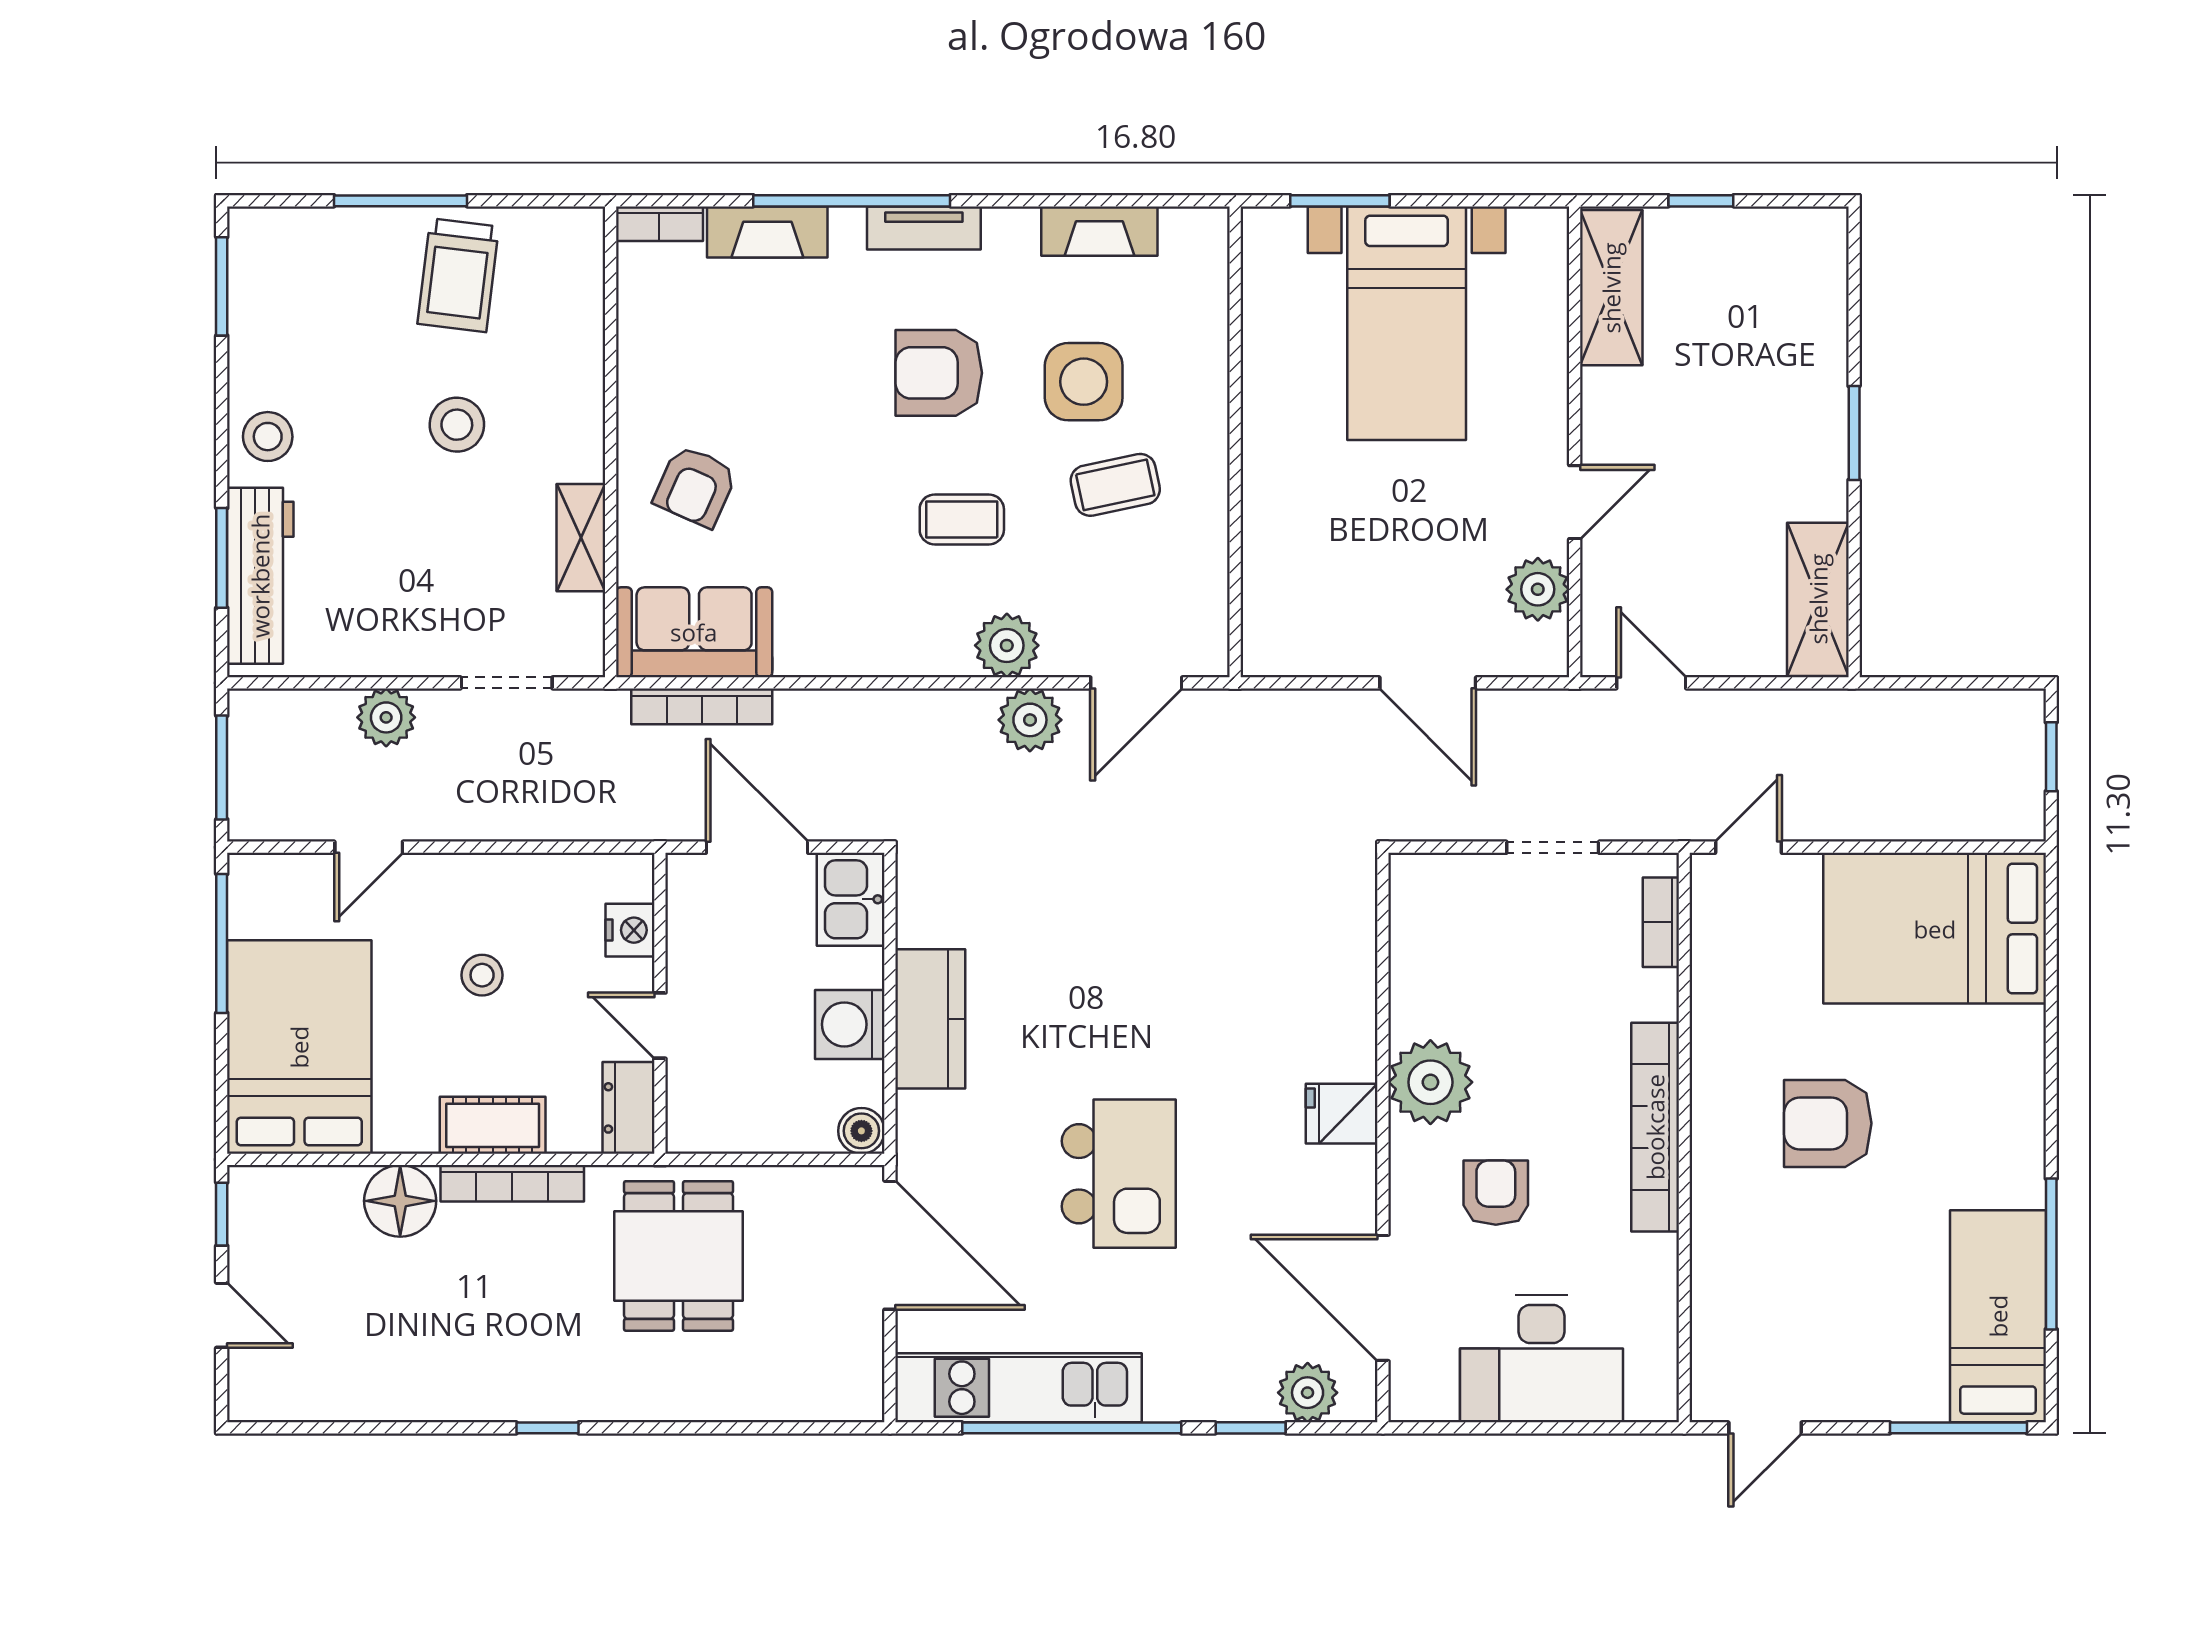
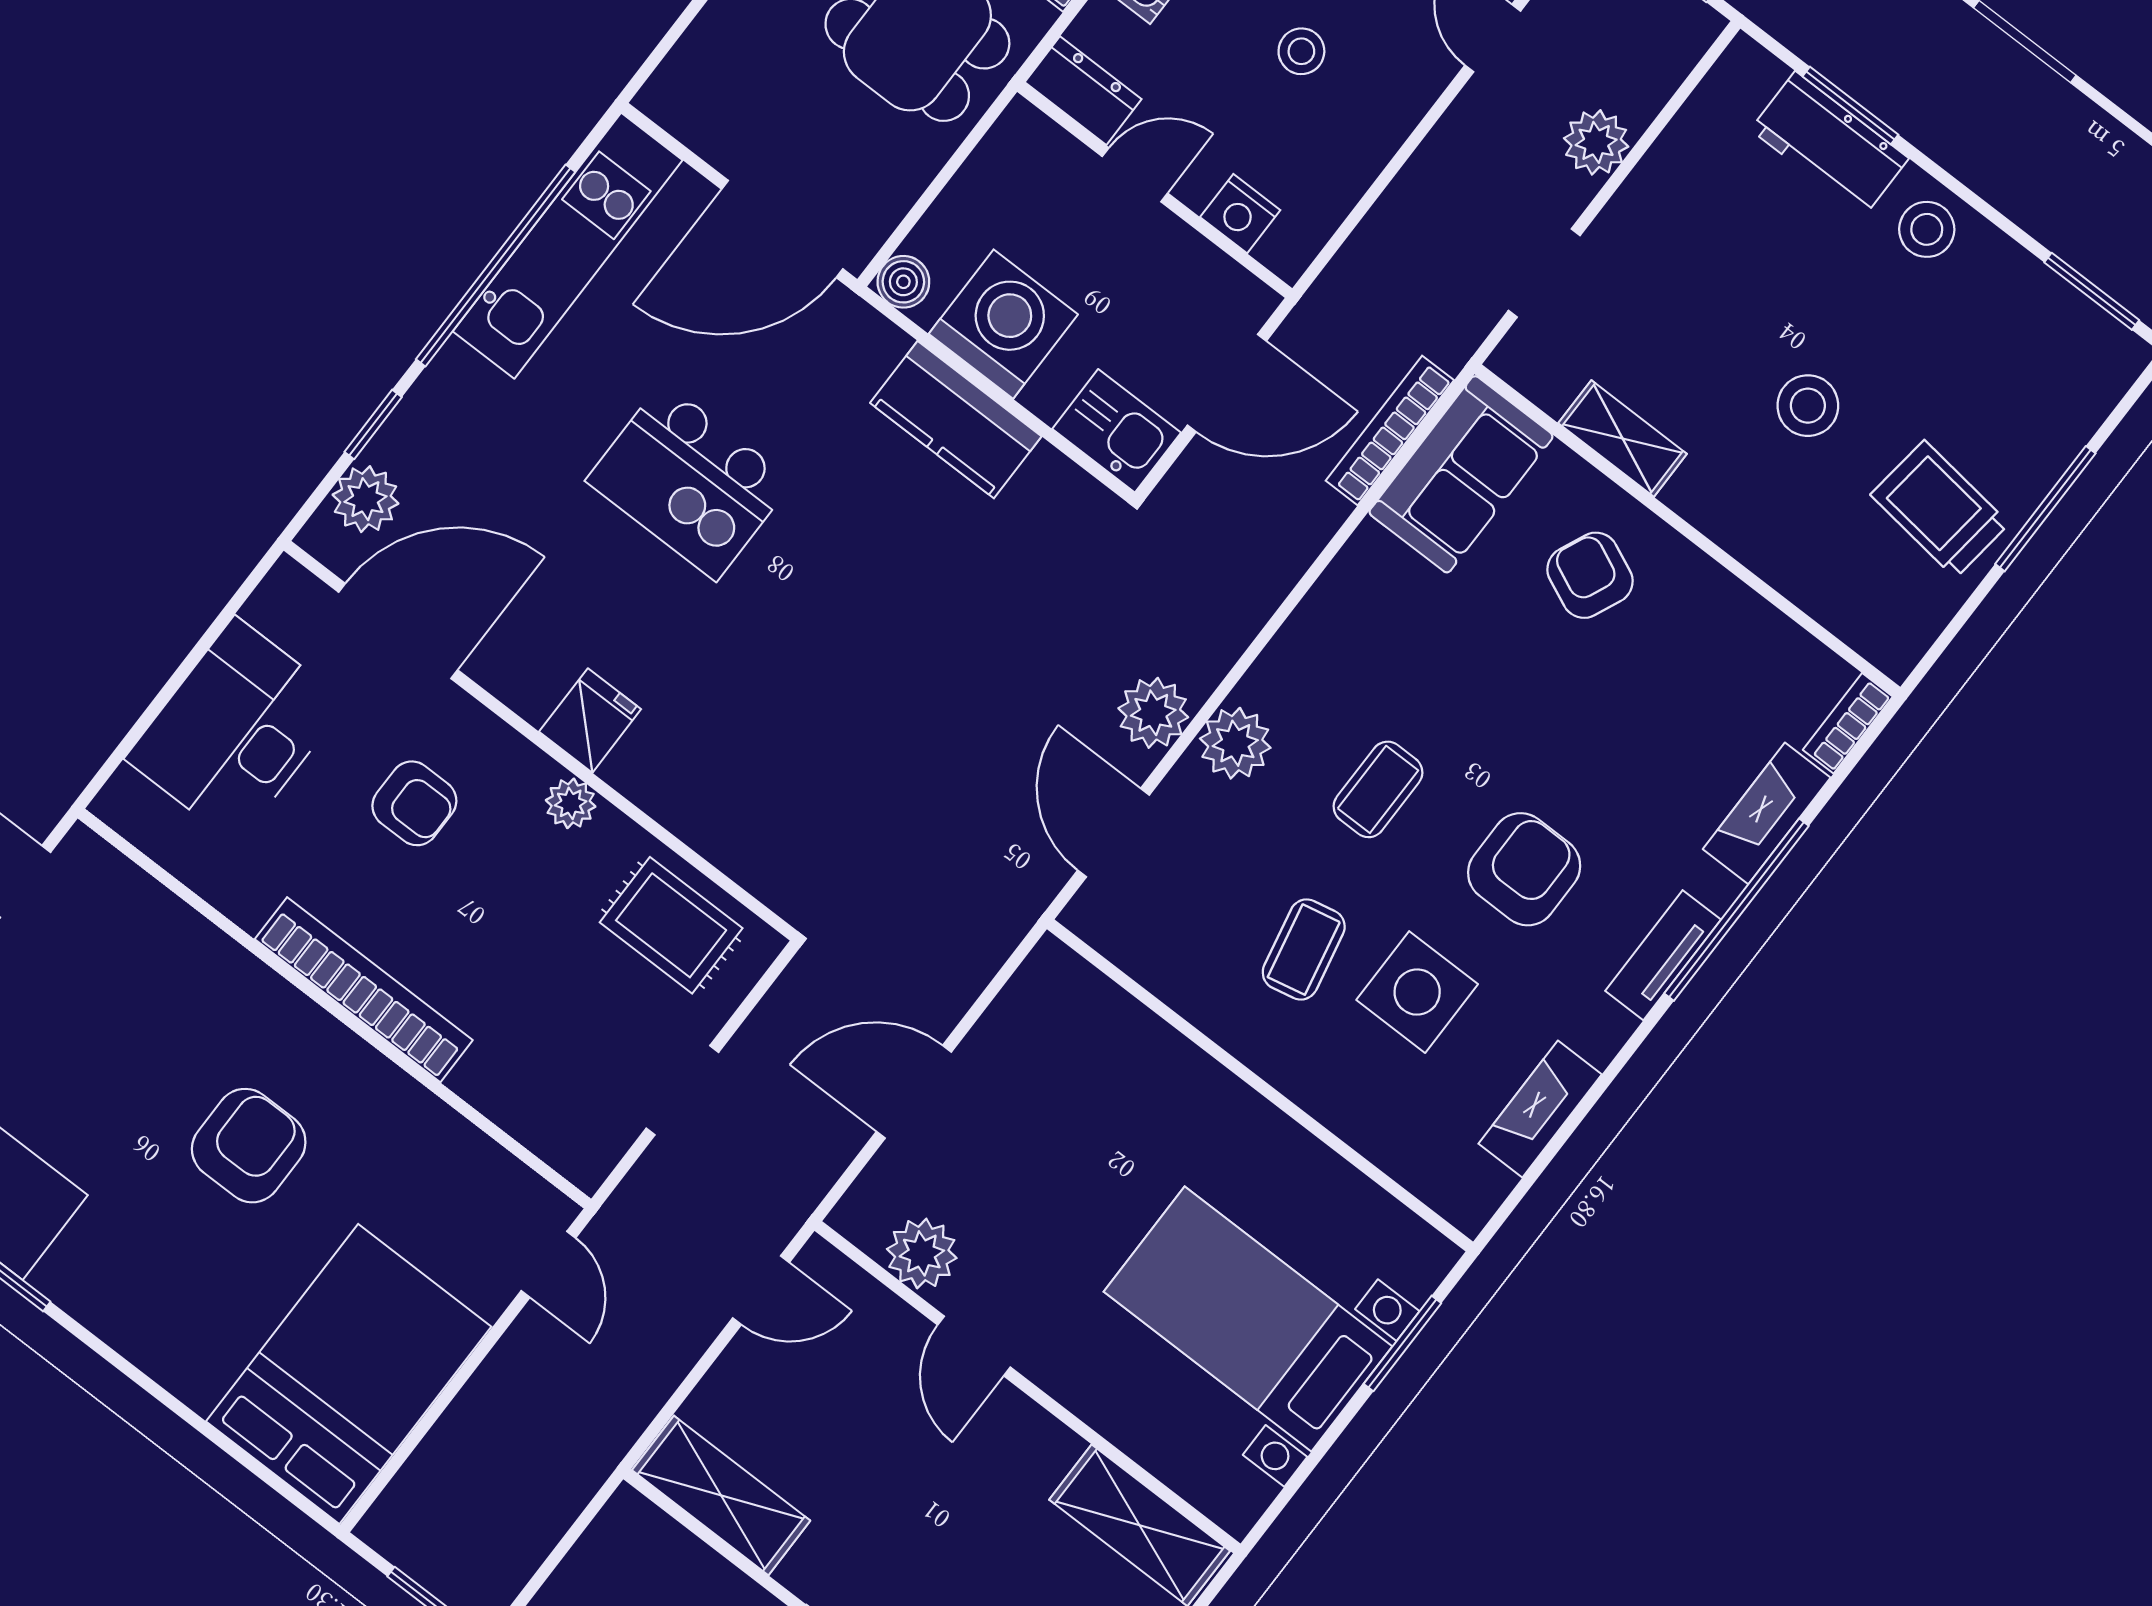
workbench: (260, 576) -> (1830, 144), width x0.73
bookcase: (1661, 922) -> (542, 1135), removed
rug: (1442, 945) -> (671, 925), added
washing machine: (850, 1024) -> (1003, 324), width x1.37, depth x1.37
plant: (1430, 1082) -> (571, 803), width x0.53, depth x0.53

